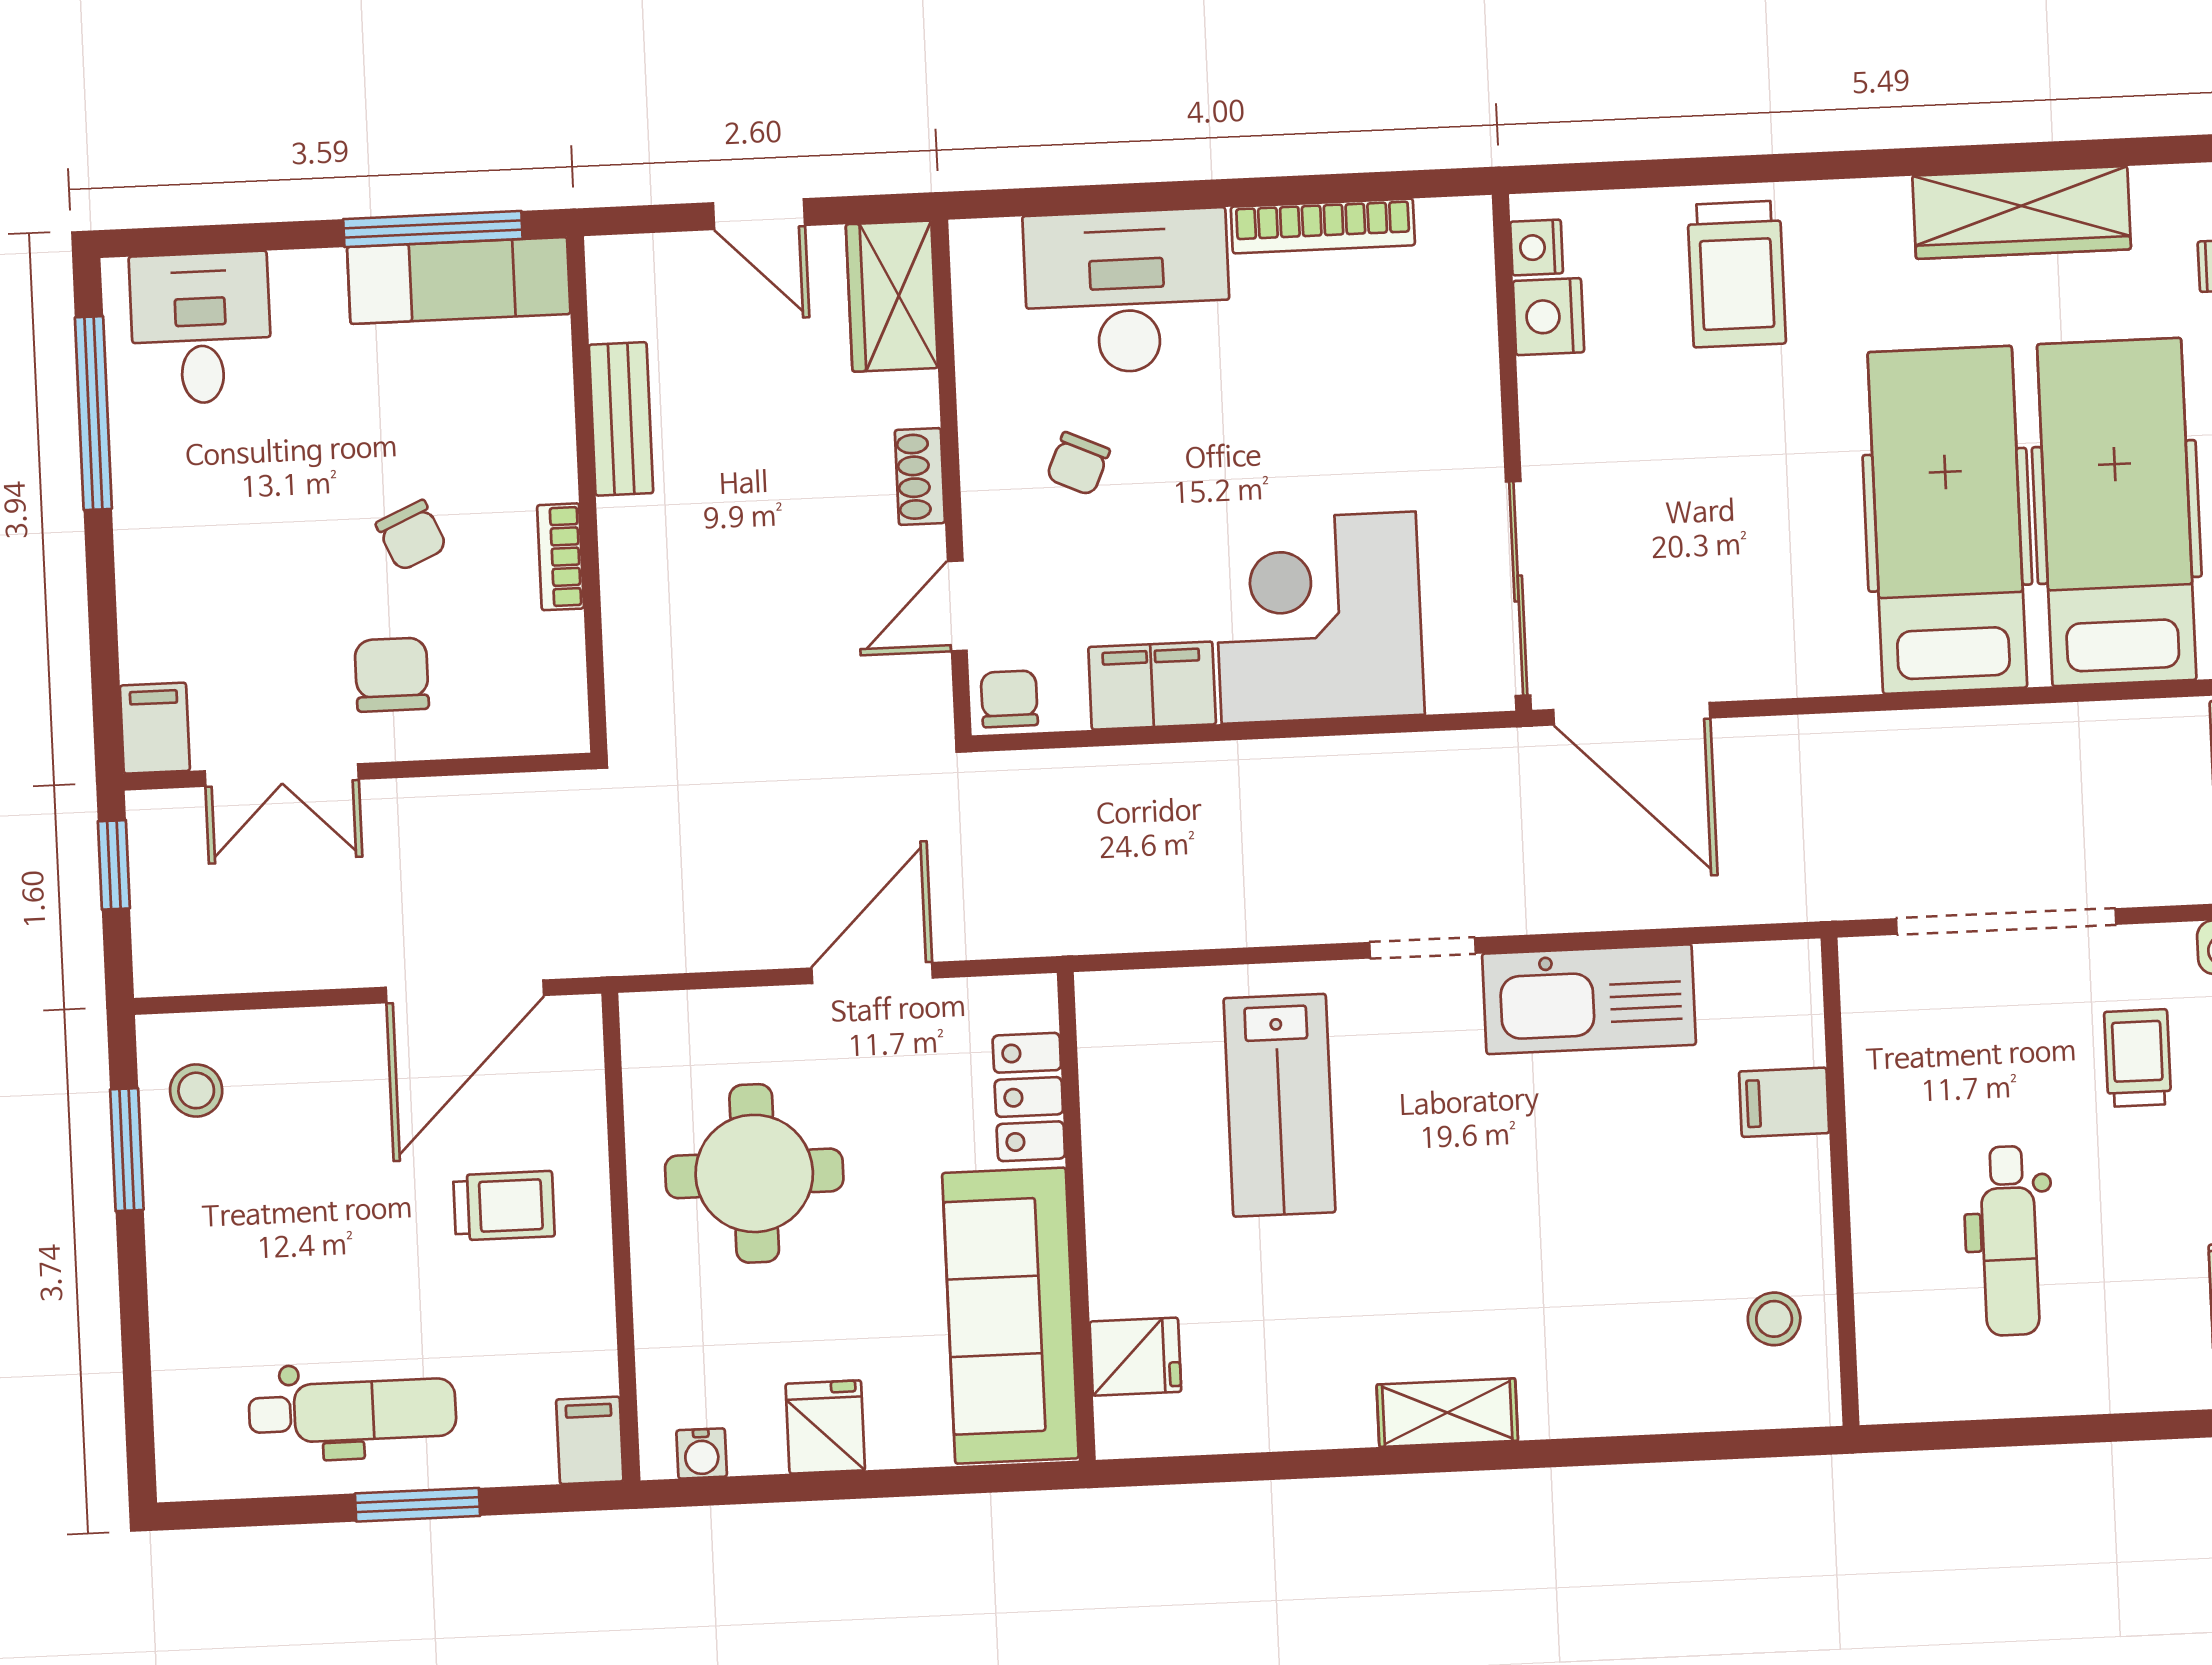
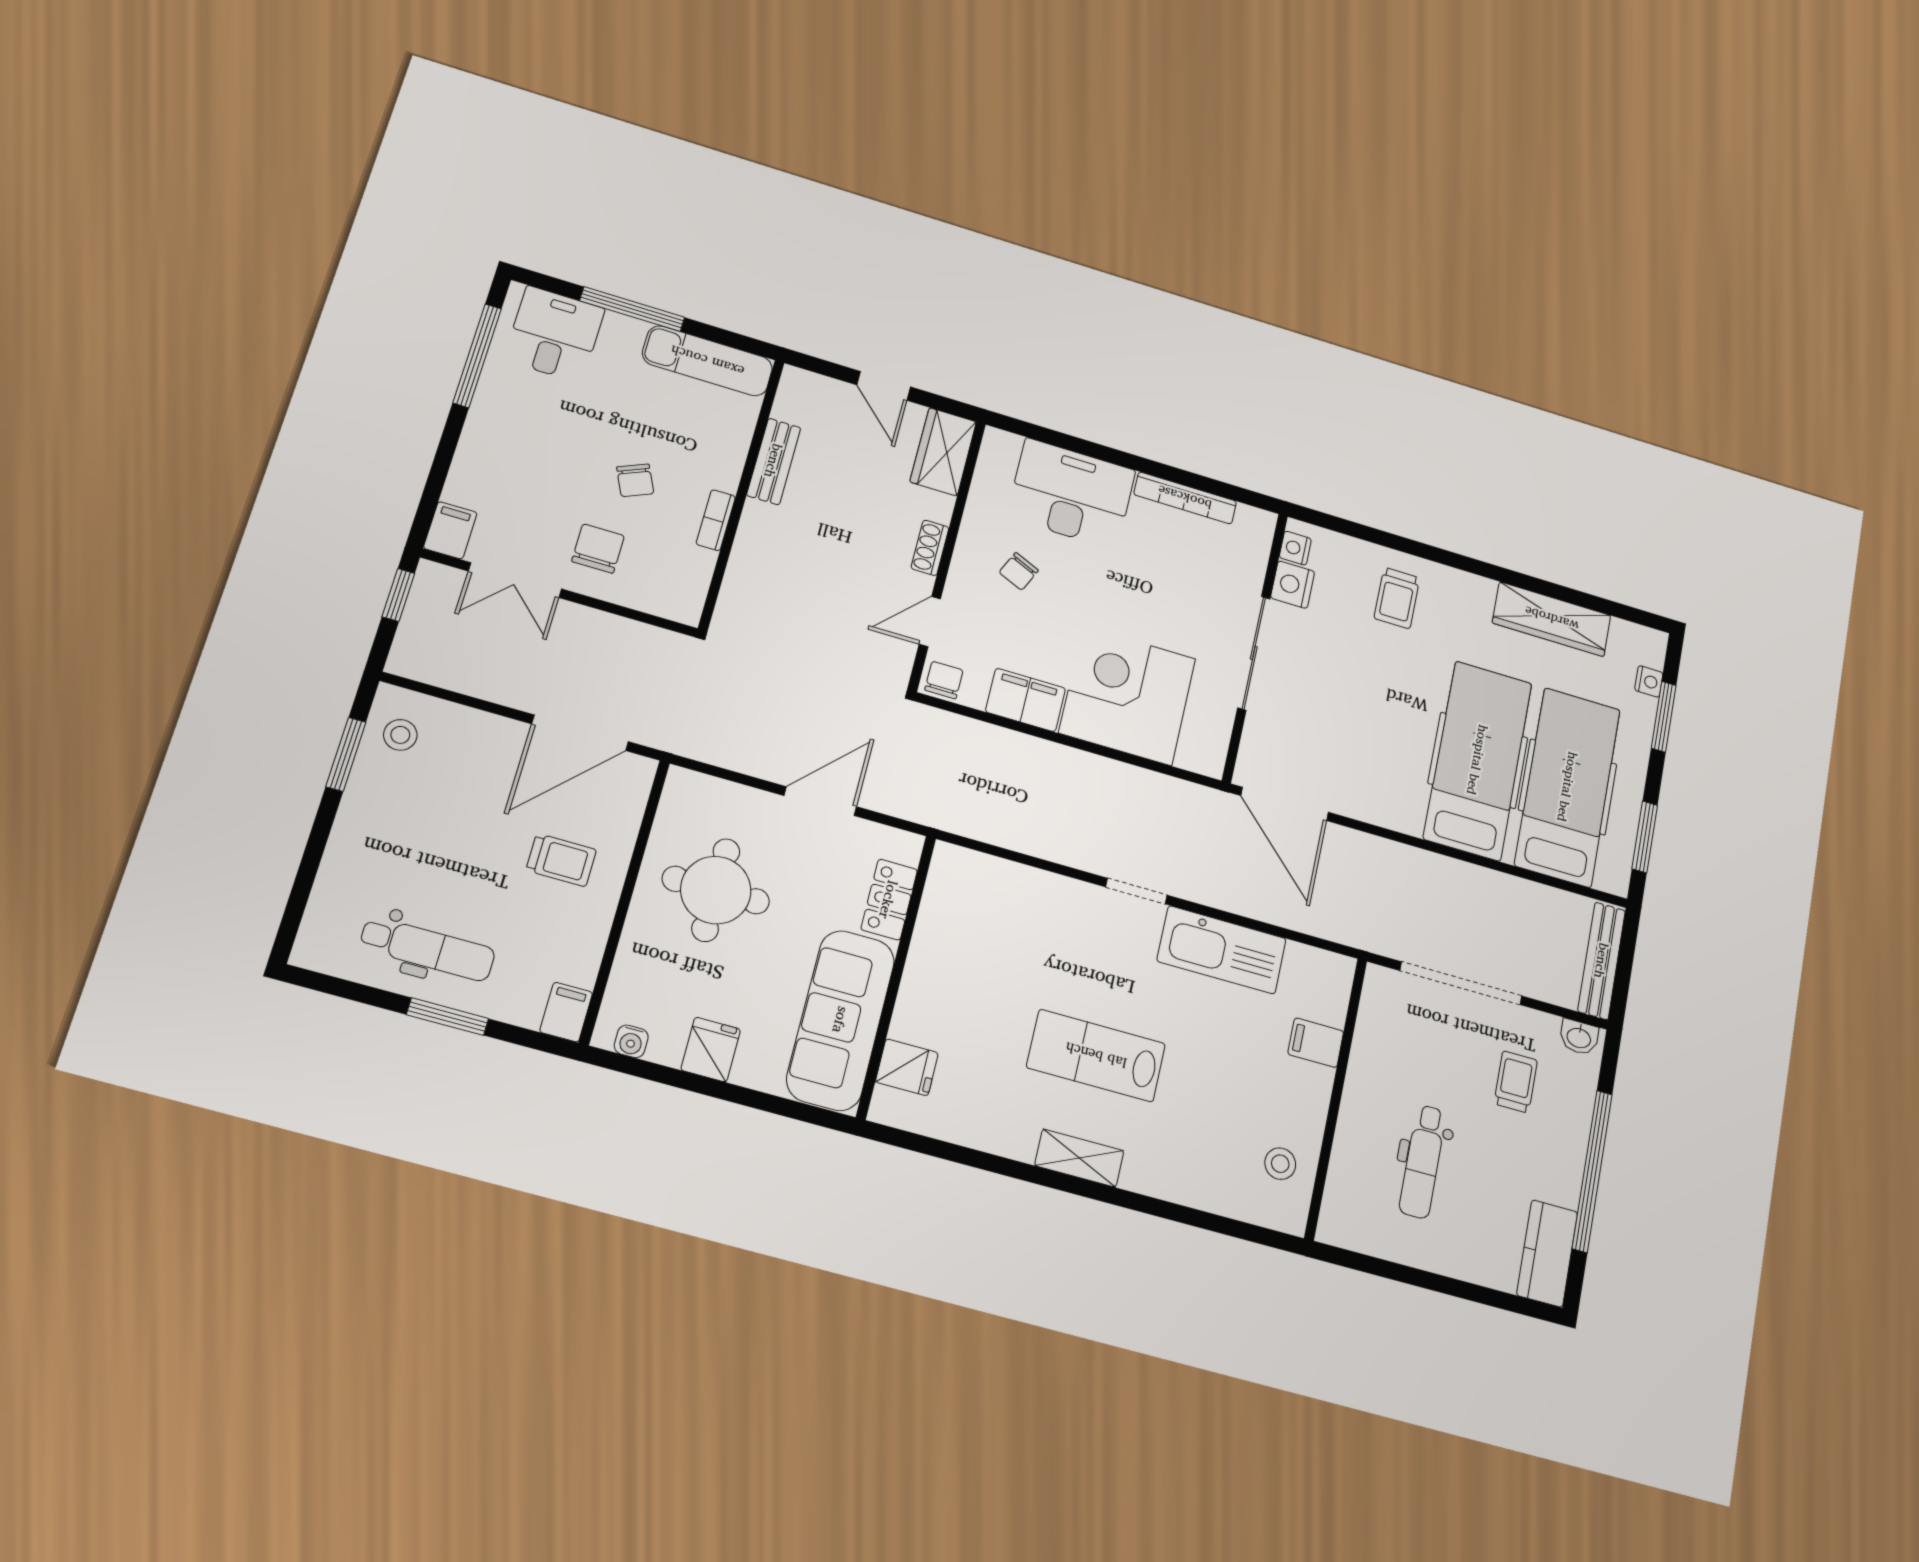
window: (433, 229) -> (632, 309), moved
trolley: (1737, 274) -> (1397, 598), width x0.73, depth x0.72
sliding door: (1518, 588) -> (1254, 653), moved
lab bench: (1279, 1105) -> (1096, 1056), moved, turned 90

